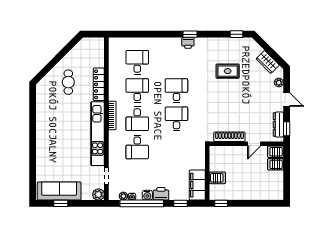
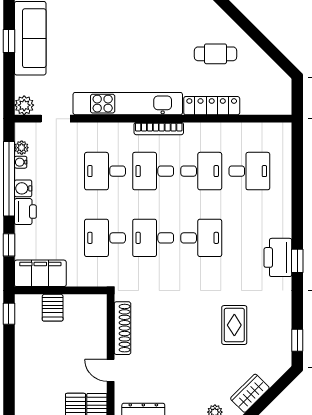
printer: (188, 43) -> (278, 257), width x1.87, depth x1.48
desk: (176, 119) -> (153, 238), turned 180
desk: (176, 147) -> (105, 238), added

